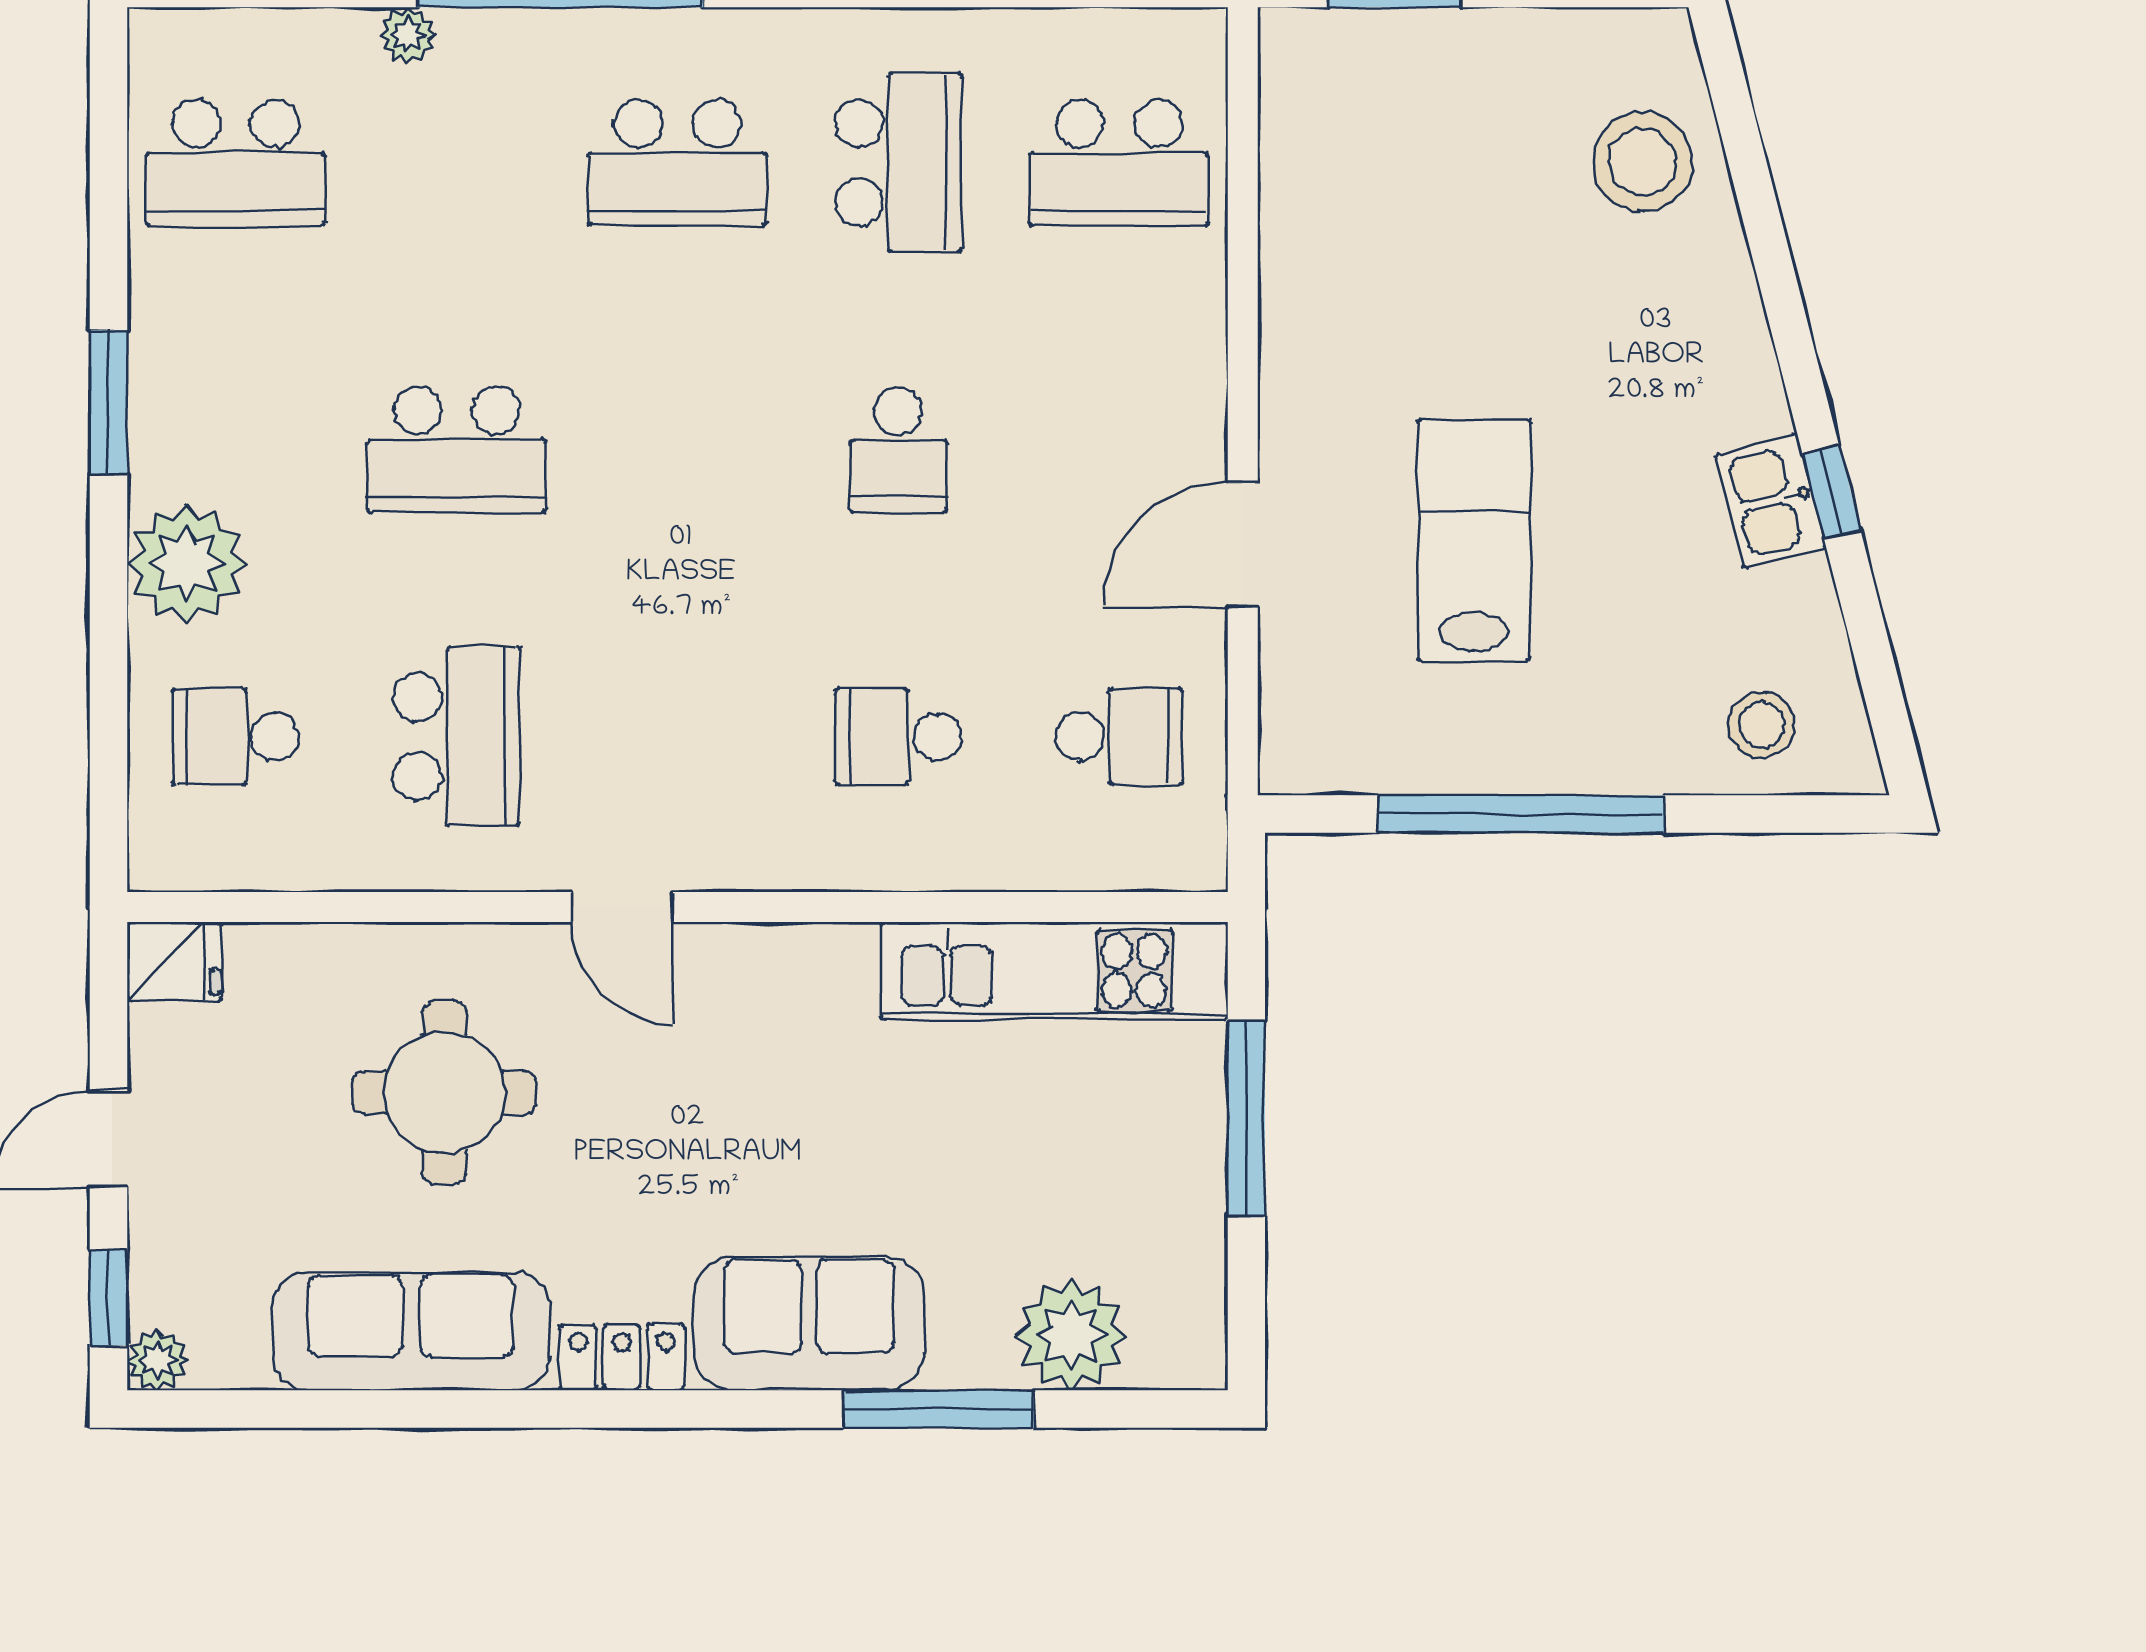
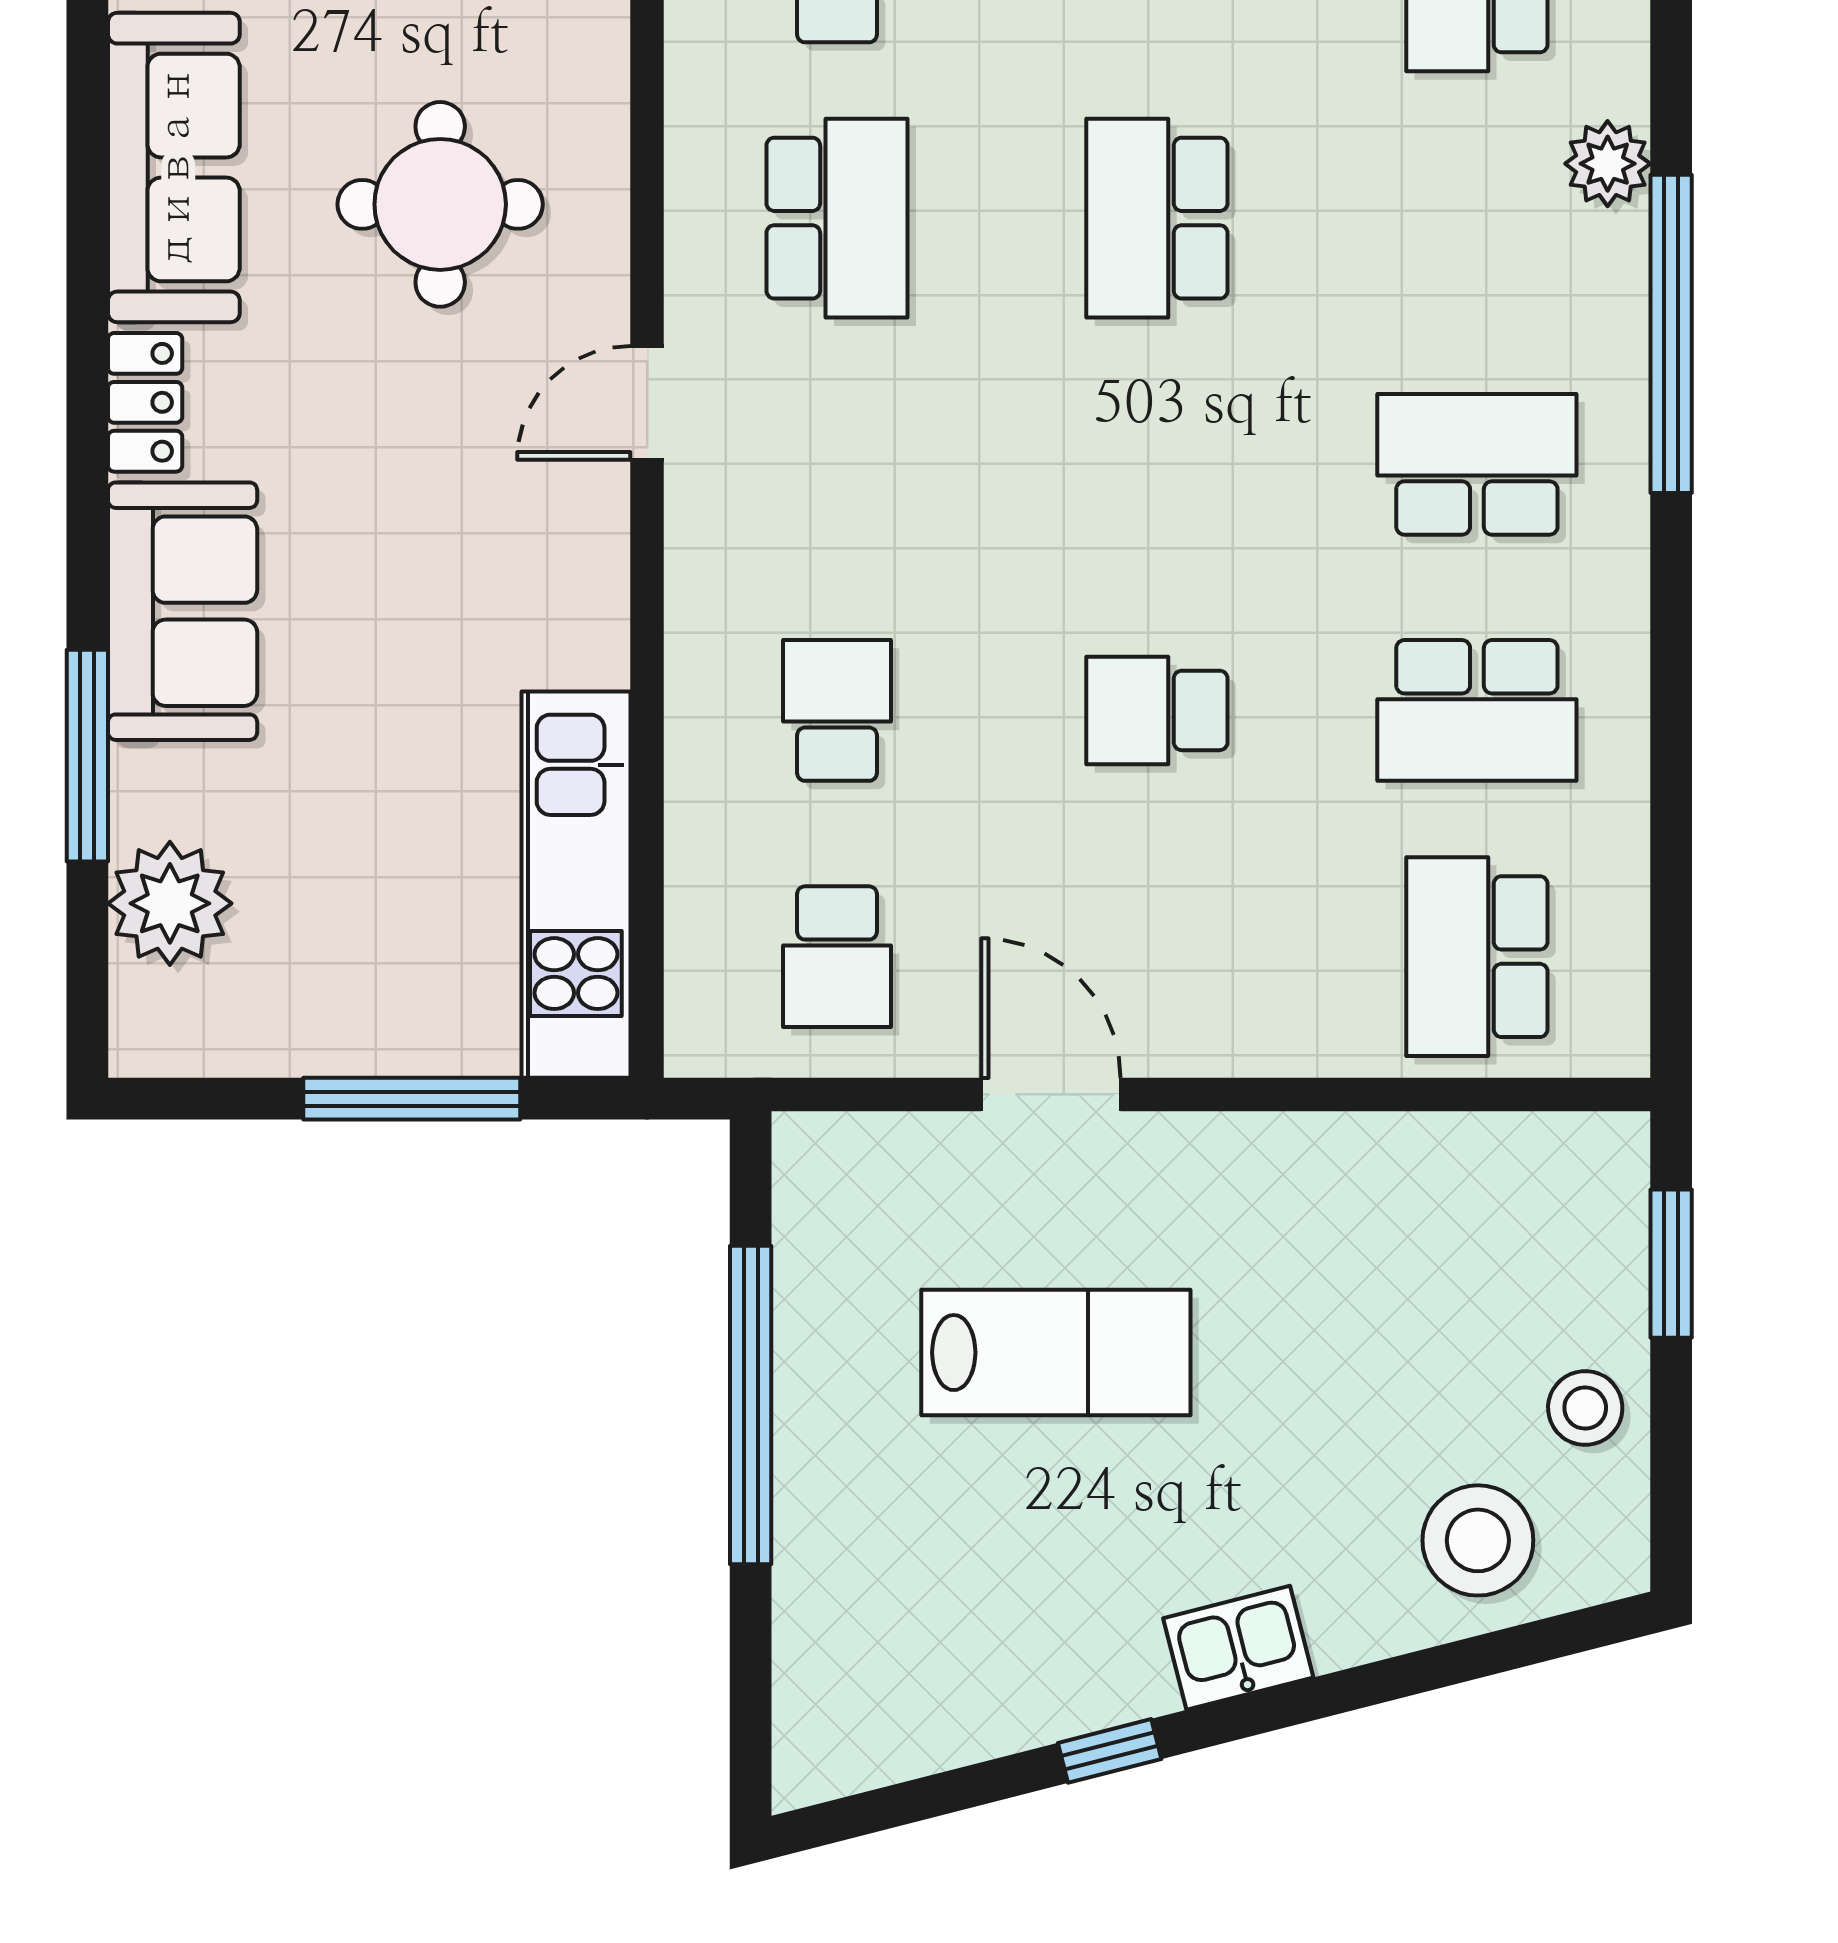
plant: (408, 35) -> (1608, 164), width x1.38, depth x1.38
school desk: (677, 163) -> (1477, 464), turned 90
kitchen sink: (1771, 501) -> (1238, 1648), moved
stool: (1762, 725) -> (1585, 1408), moved
school desk: (457, 737) -> (837, 218), turned -90

